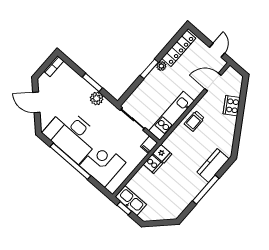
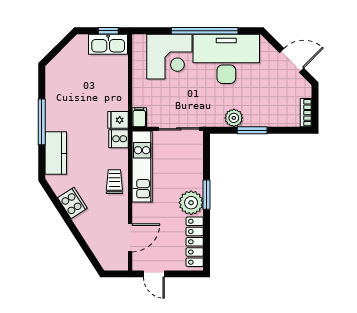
plant: (161, 66) -> (191, 203), width x1.88, depth x1.88
cooker: (232, 106) -> (72, 203), moved
cooker: (153, 164) -> (118, 139), moved

